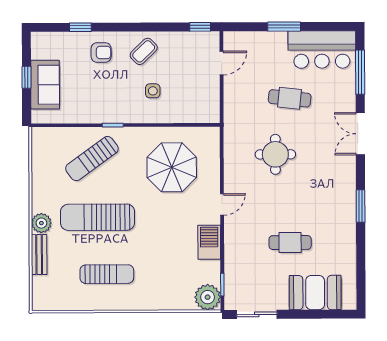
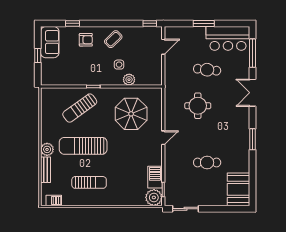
sofa: (45, 85) -> (50, 42), moved
plant: (168, 114) -> (129, 80), added
barbecue: (209, 242) -> (155, 177), moved
booth: (315, 293) -> (239, 189), moved, turned 90
barbecue: (52, 302) -> (54, 200), added

